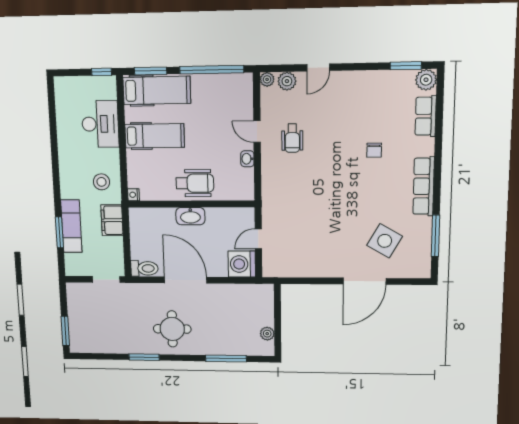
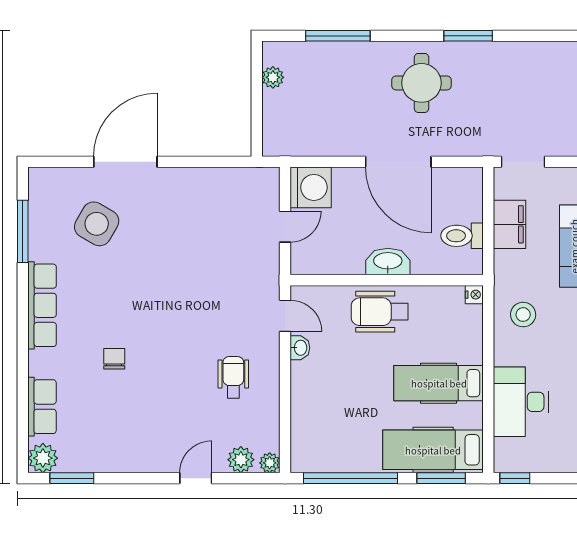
door: (257, 132) -> (285, 316), moved
filing cabinet: (112, 220) -> (510, 224), moved
toilet: (144, 268) -> (462, 236), moved

